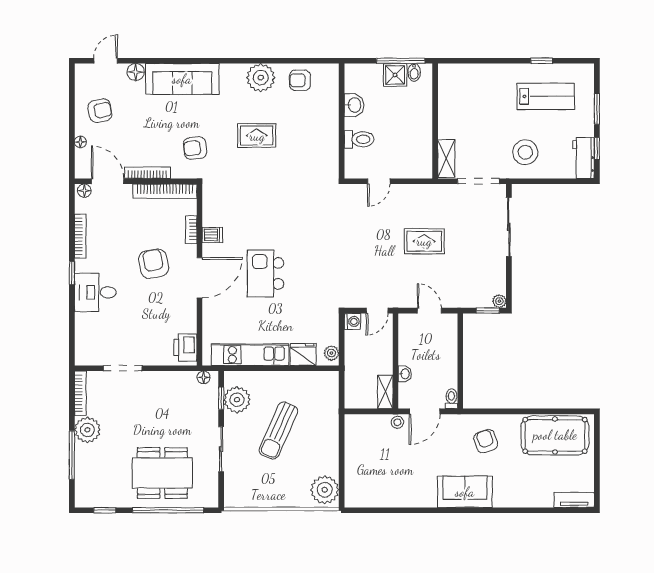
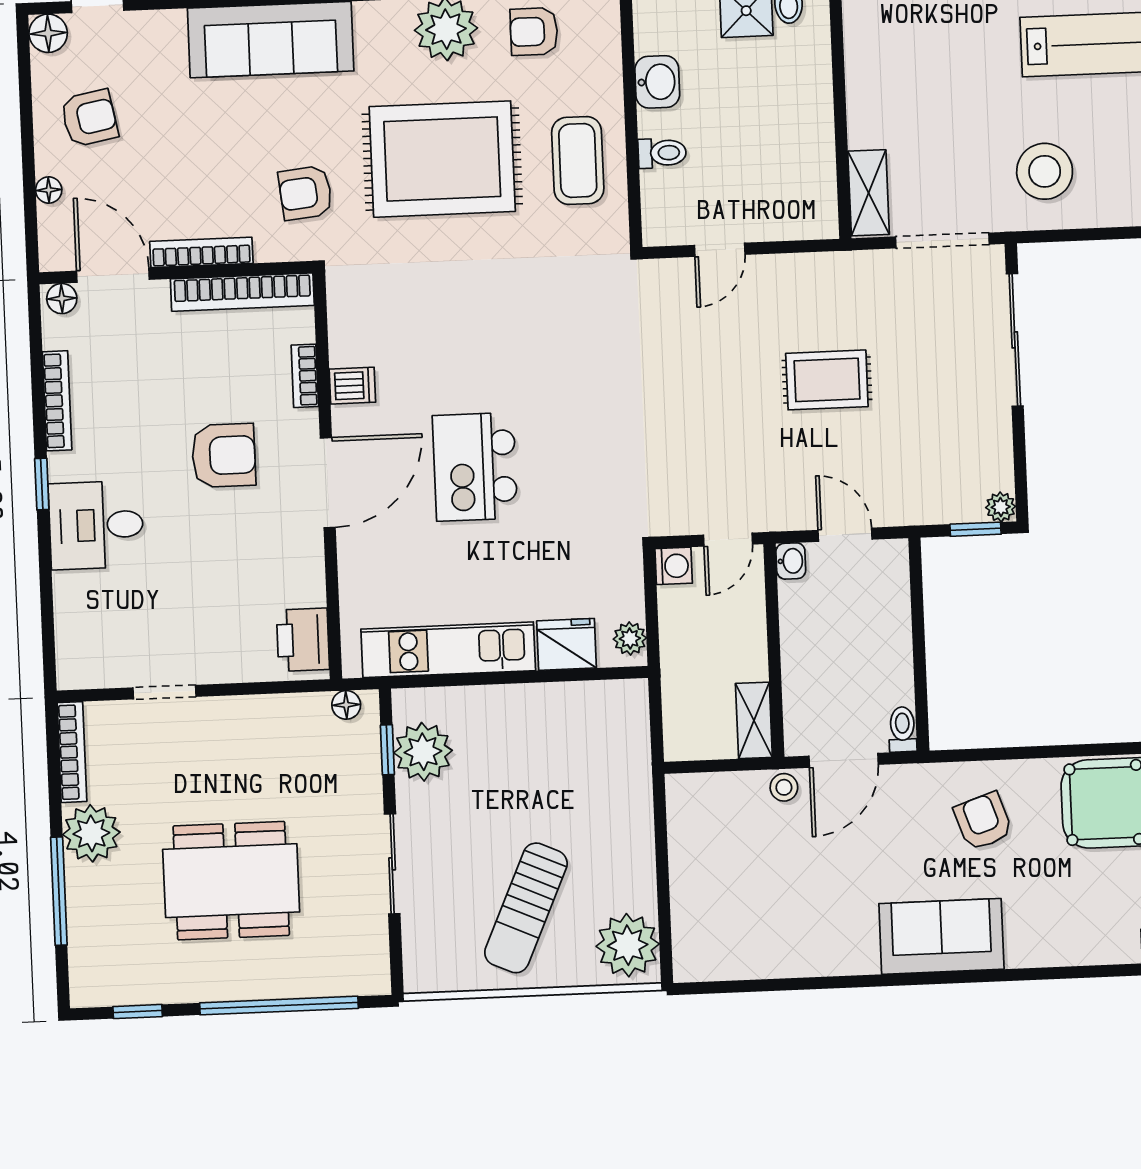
floor lamp: (136, 72) -> (48, 33), moved
rug: (257, 136) -> (442, 159), width x1.86, depth x2.06
coffee table: (317, 139) -> (578, 160), added
toilet: (359, 139) -> (662, 153), width x0.73, depth x0.72
armchair: (154, 264) -> (224, 455), turned 101
doorway: (123, 368) -> (164, 692), width x0.73
washbasin: (405, 374) -> (791, 561), moved
sun lounger: (278, 431) -> (526, 908), moved
dining table: (162, 473) -> (231, 881), moved

